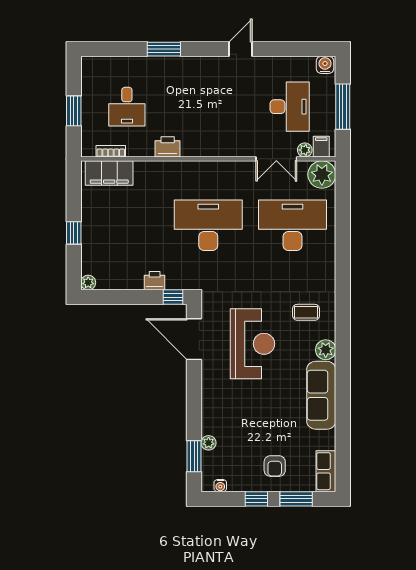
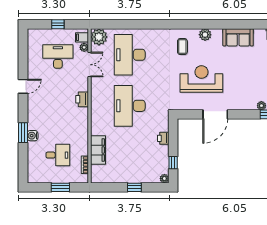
door: (240, 49) -> (23, 86), swing flipped
water cooler: (325, 65) -> (33, 136), moved
window: (343, 107) -> (58, 24), width x0.46
printer: (168, 147) -> (82, 99), moved
filing cabinet: (109, 173) -> (98, 150), moved
window: (173, 297) -> (173, 163), moved
door: (194, 339) -> (215, 114), moved
sofa: (321, 395) -> (238, 37), width x0.73

